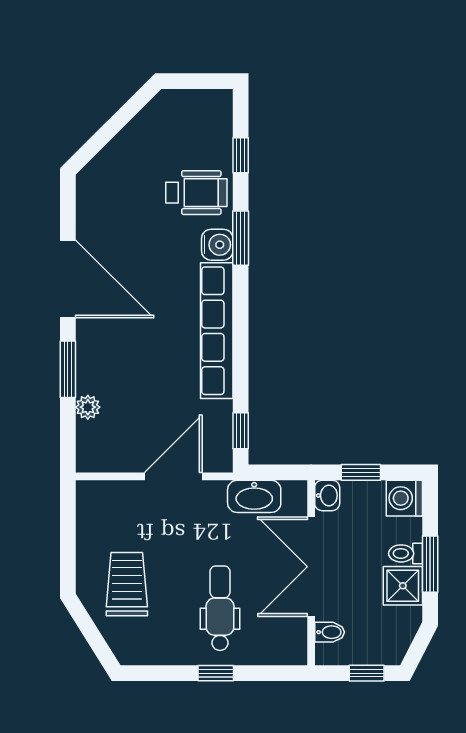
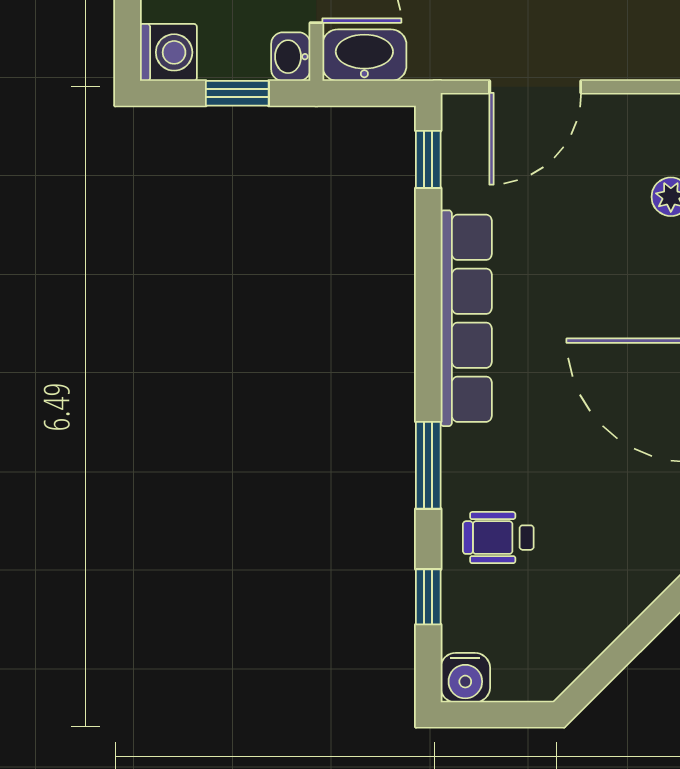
wheelchair: (196, 193) -> (498, 538), width x0.73, depth x0.73
water cooler: (217, 245) -> (465, 678), moved, turned -90
washbasin: (254, 496) -> (364, 55), moved

